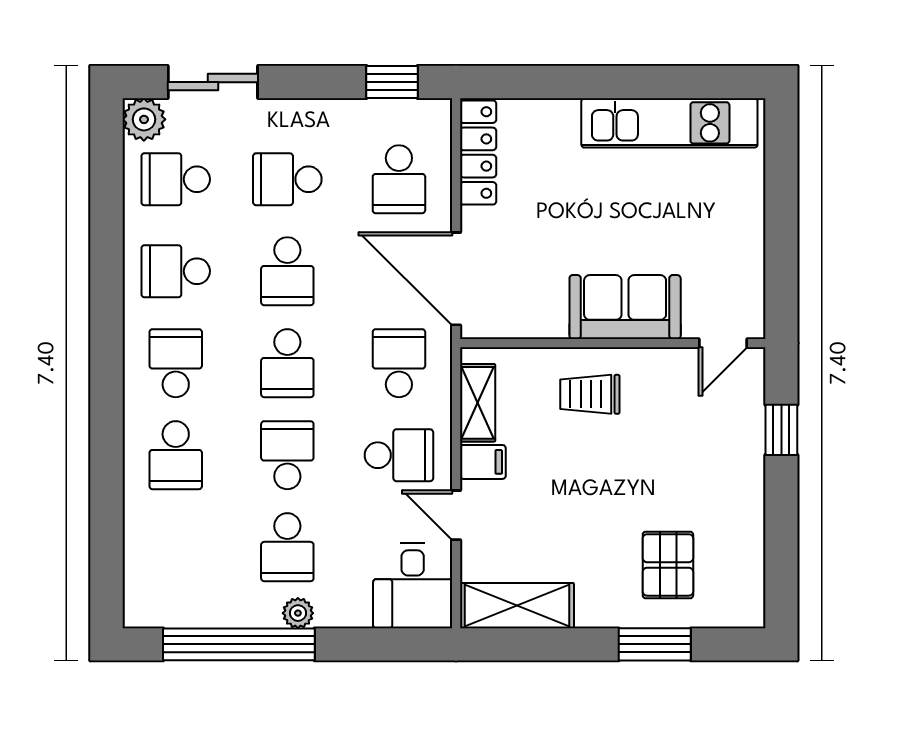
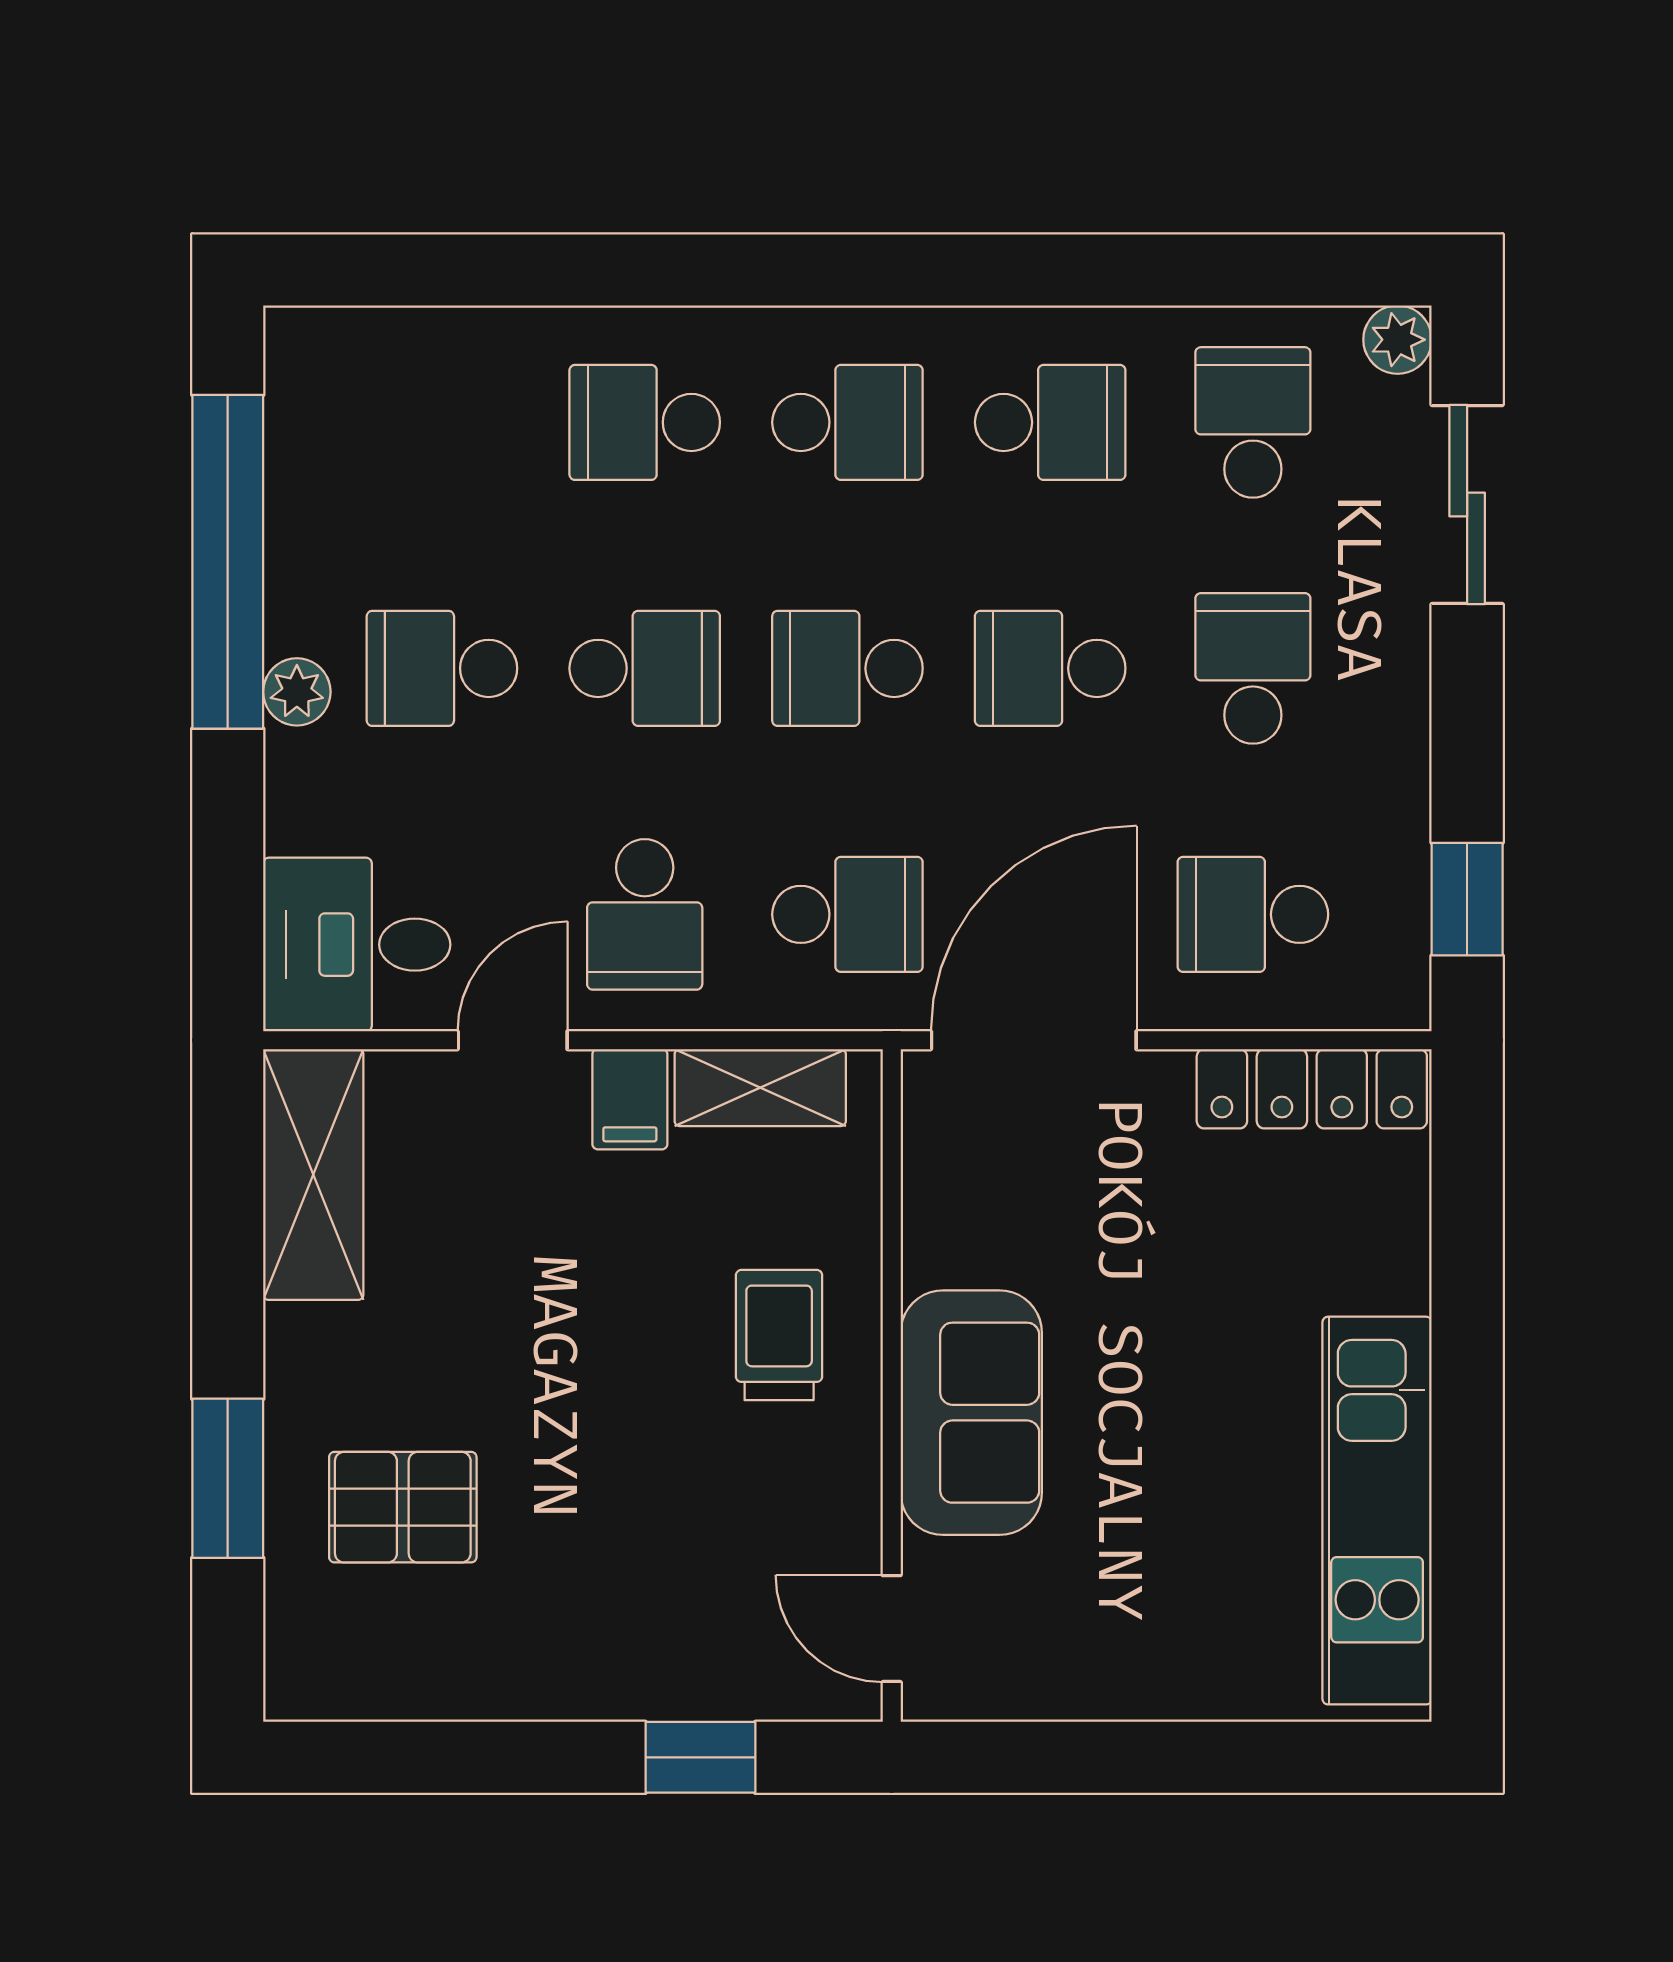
plant: (144, 119) -> (1398, 340), width x0.73, depth x0.73
school desk: (176, 271) -> (1050, 422), turned 90

